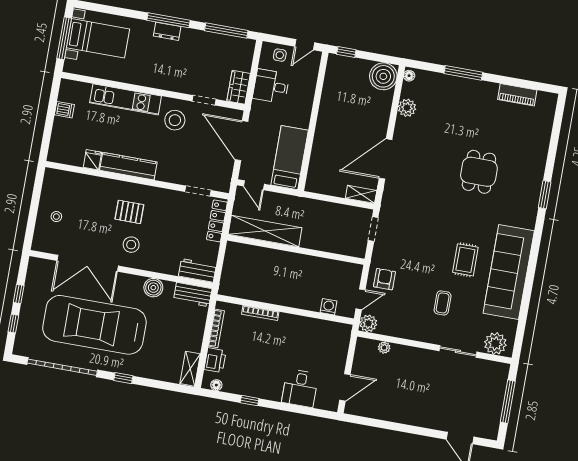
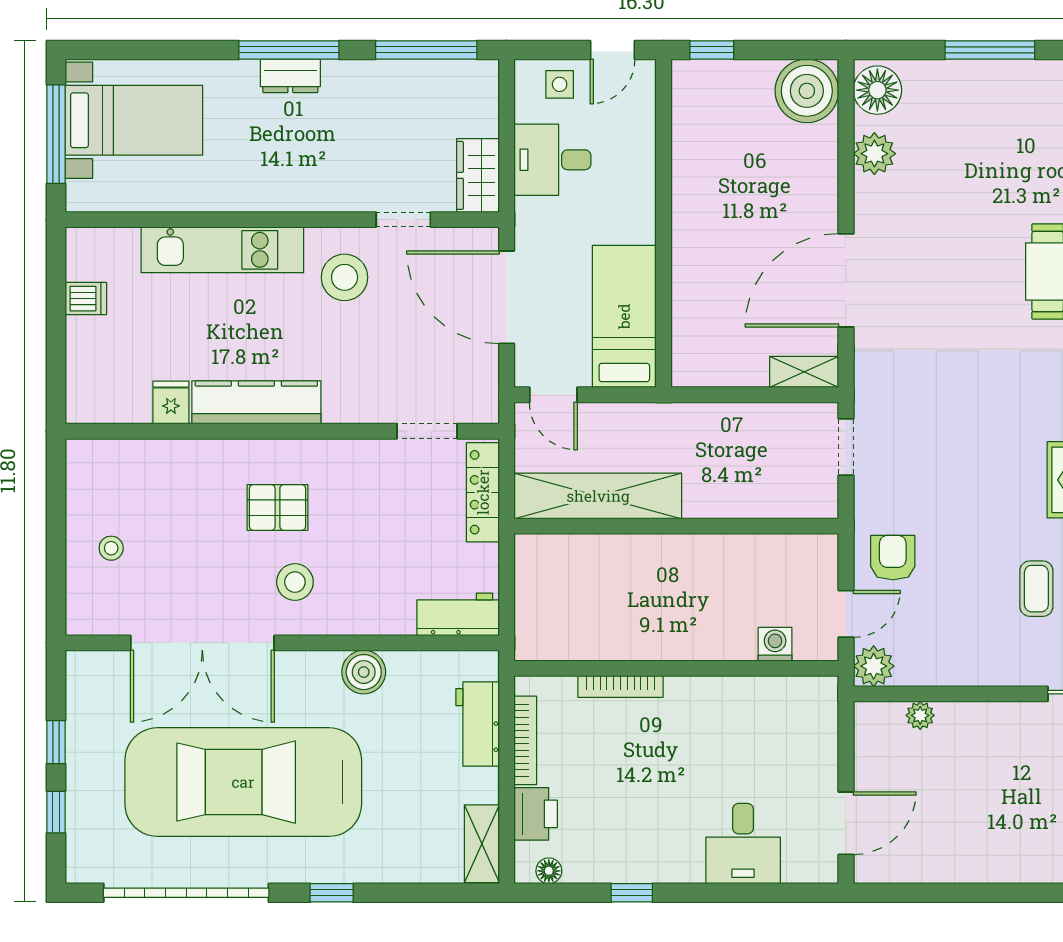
floor lamp: (409, 76) -> (877, 90), width x1.89, depth x1.89
workbench: (193, 295) -> (478, 724), moved, turned 90

